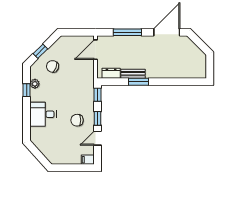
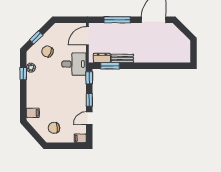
window: (138, 82) -> (110, 66), moved
desk: (43, 114) -> (74, 64), moved, turned 180
chair: (77, 120) -> (54, 128), moved
filing cabinet: (37, 132) -> (33, 113), added

